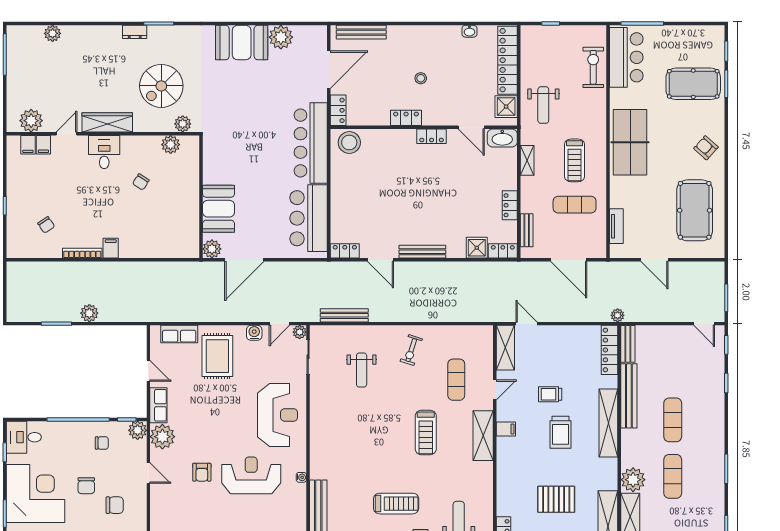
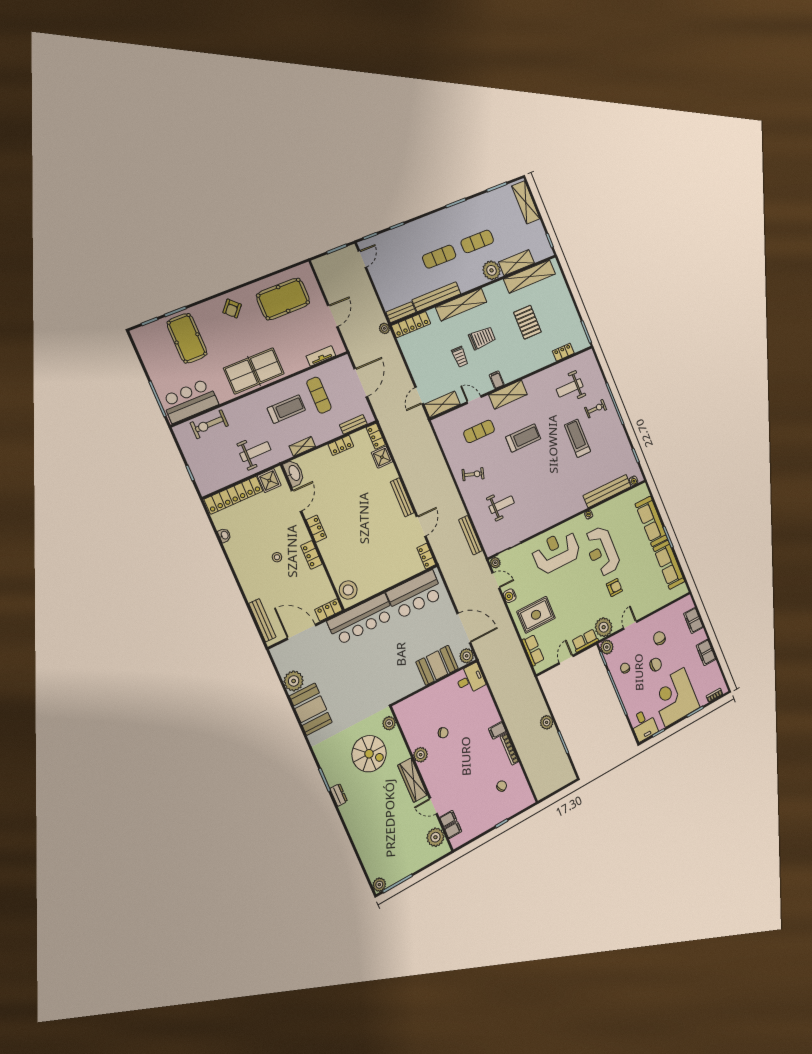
plant: (53, 33) -> (379, 885), moved
plant: (171, 145) -> (421, 755), moved
desk: (104, 152) -> (470, 679), moved, turned 180

